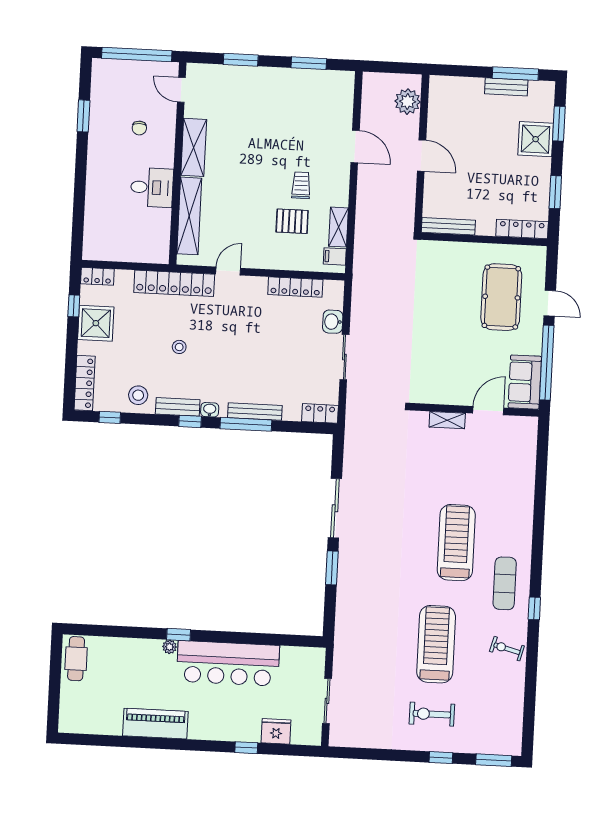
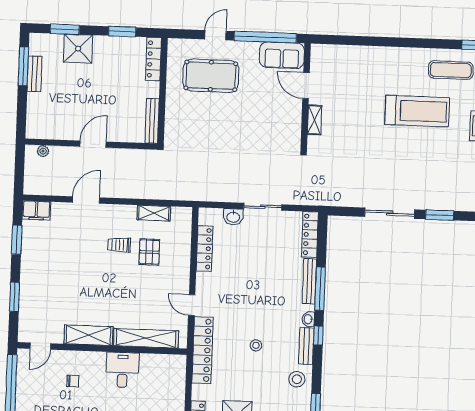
plant: (408, 102) -> (43, 151), width x0.53, depth x0.53
filing cabinet: (335, 256) -> (36, 210), moved, width x2.00
locker: (320, 413) -> (310, 235), width x1.53
treadmill: (456, 543) -> (417, 111), turned 180

